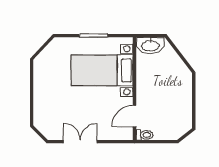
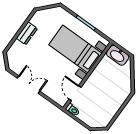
dresser: (41, 90) -> (27, 33), added
door: (135, 116) -> (75, 93), hinge flipped

